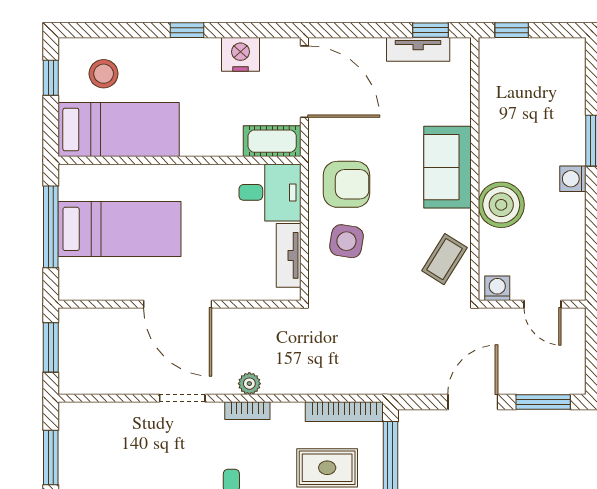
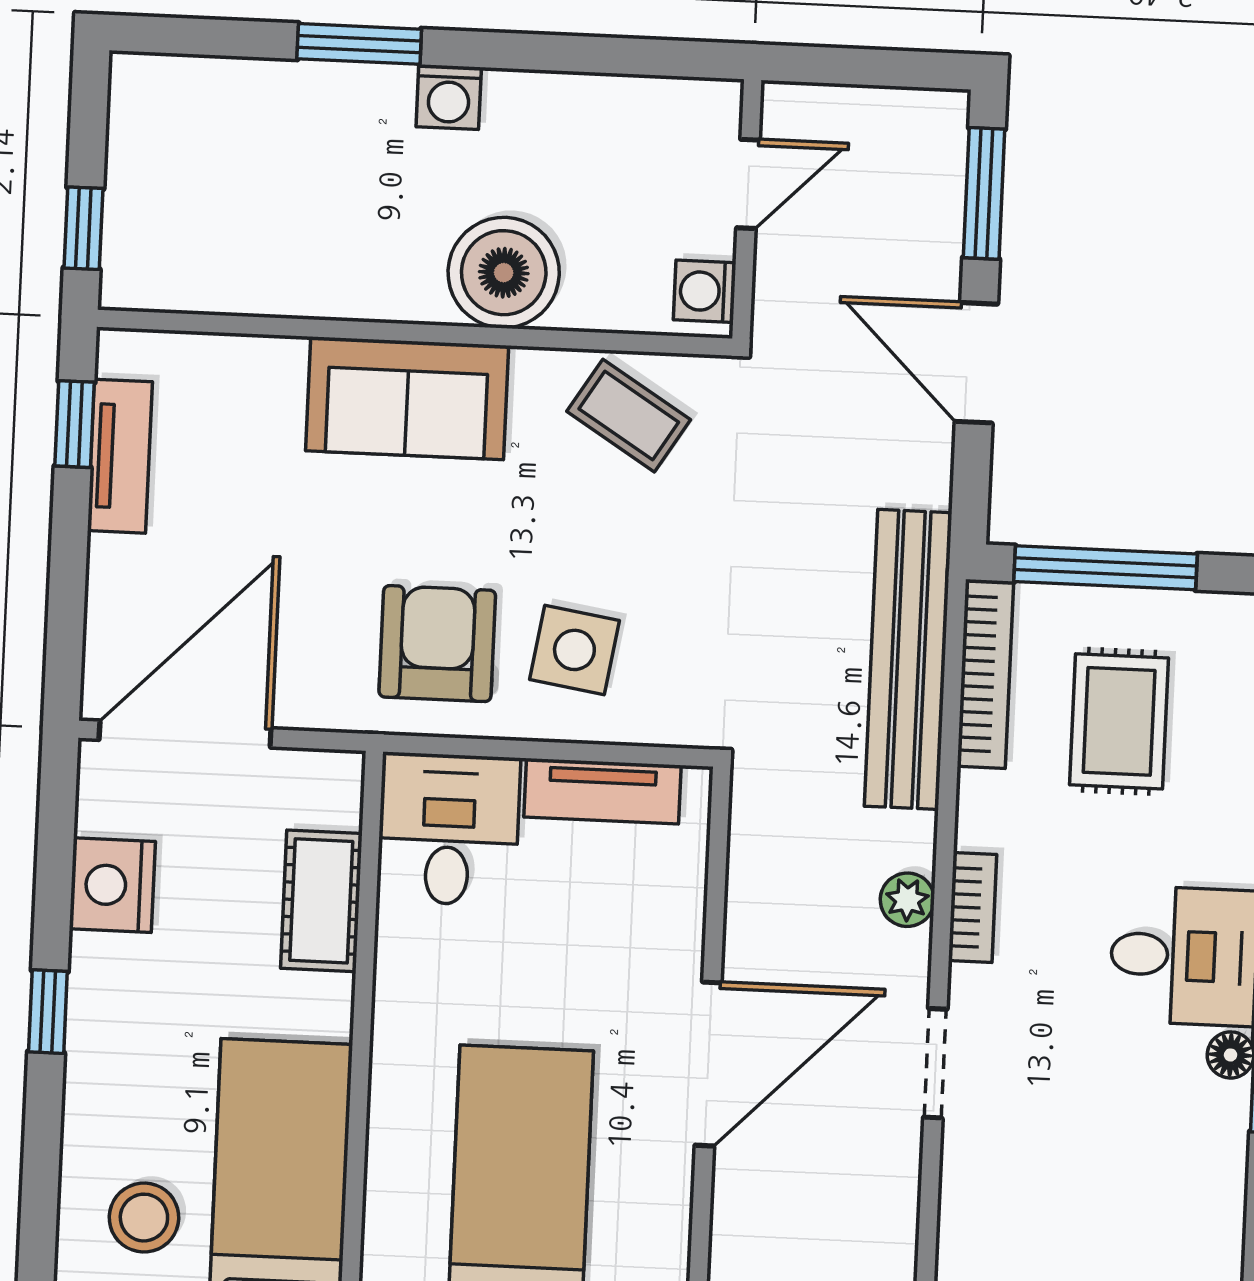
cot: (272, 141) -> (321, 901), moved
bench: (349, 379) -> (908, 659), added

